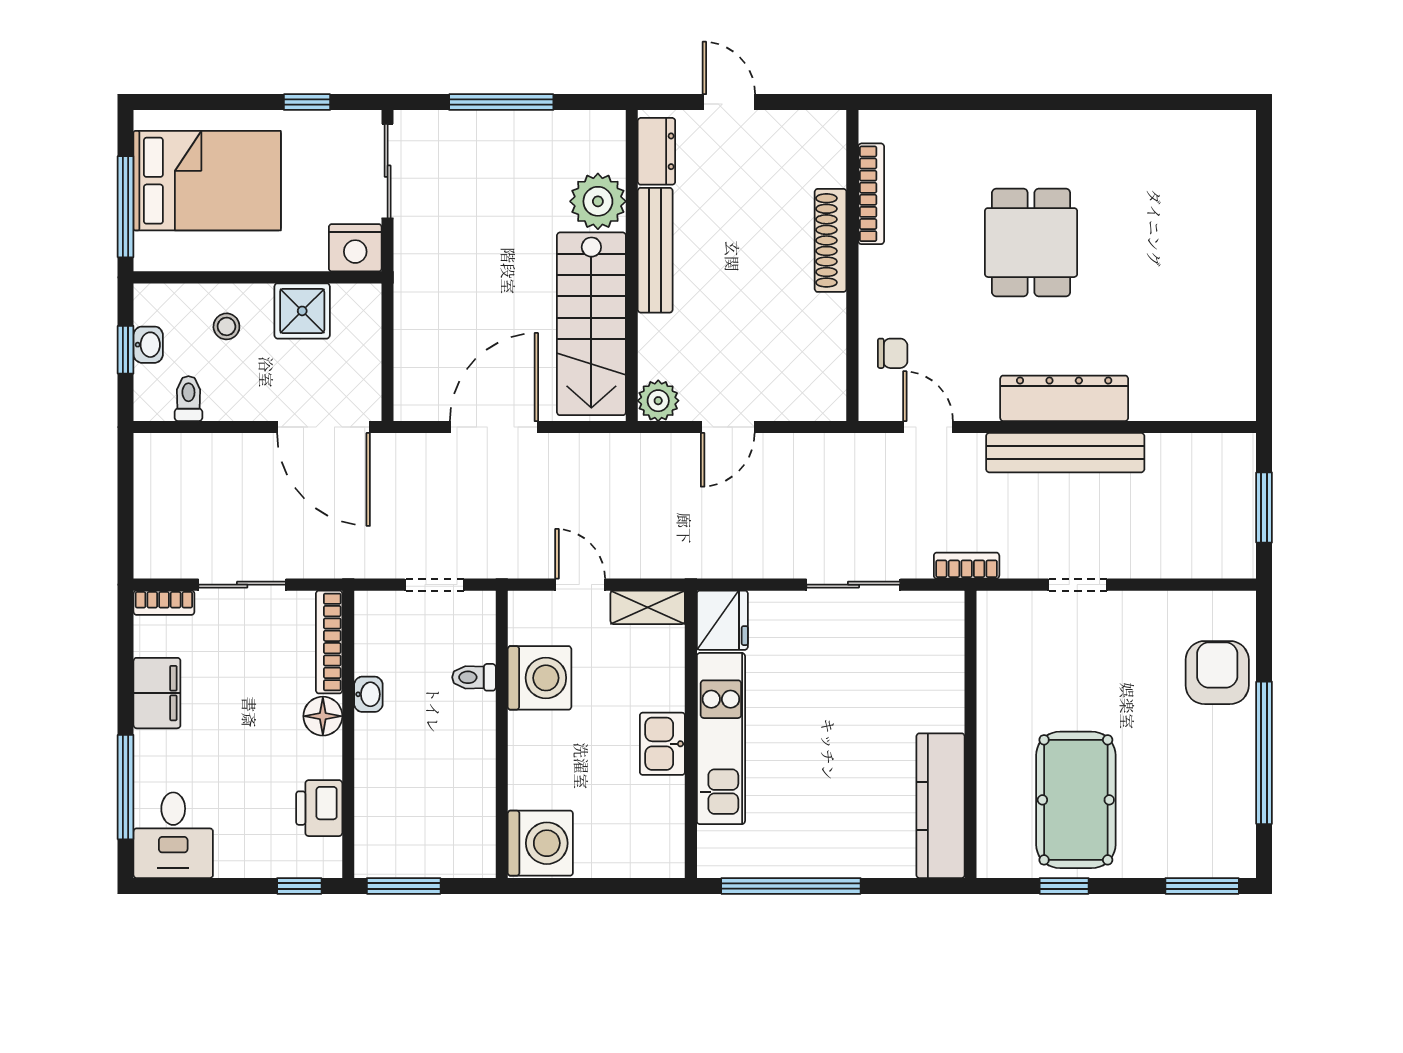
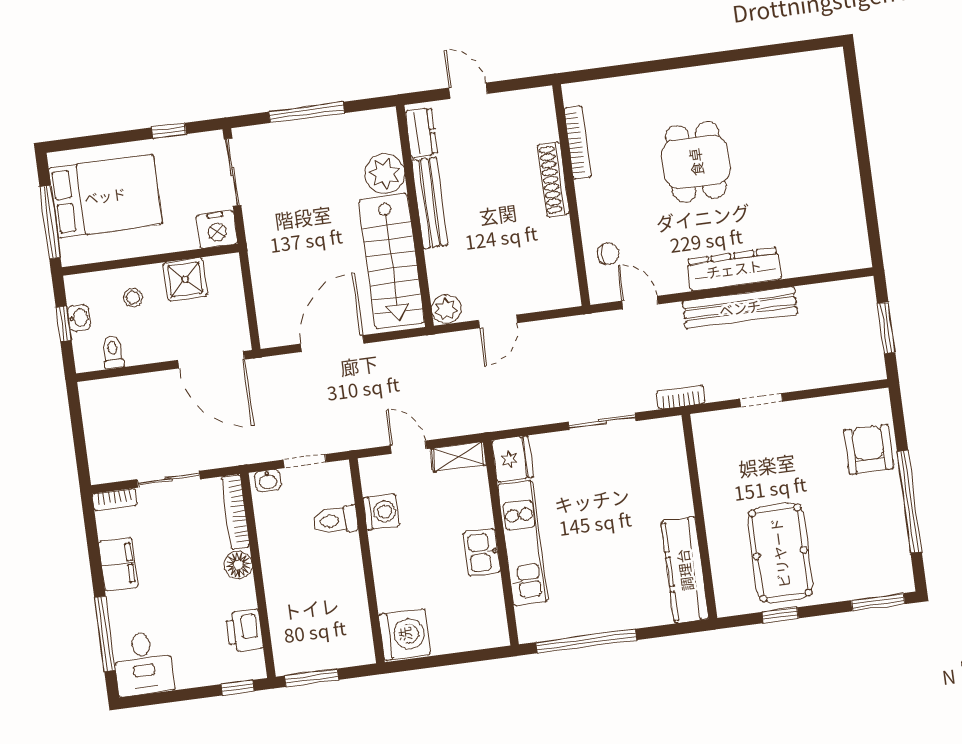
toilet: (474, 677) -> (335, 520), width x1.37, depth x1.39
washing machine: (540, 678) -> (381, 512), width x0.73, depth x0.73
washbasin: (368, 694) -> (268, 481), moved, turned 90

